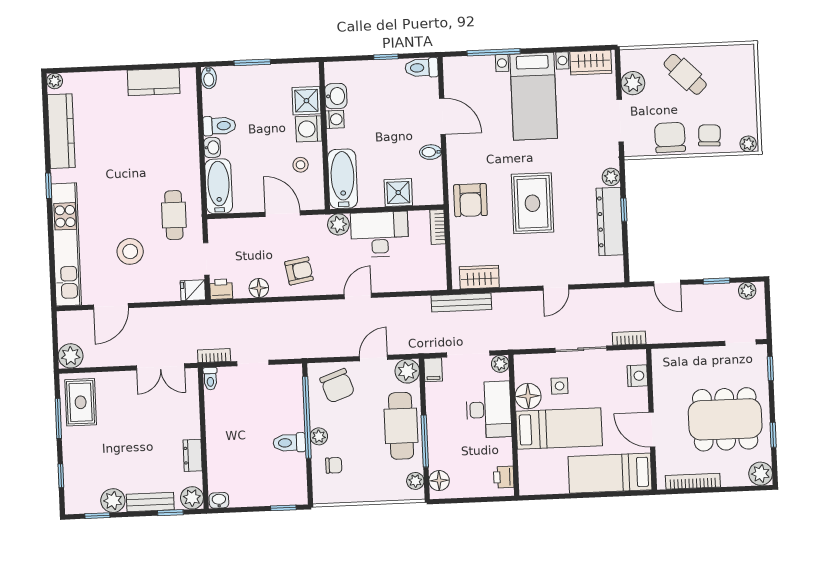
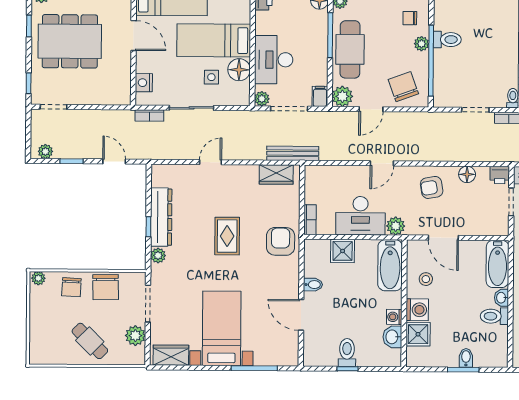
toilet: (422, 68) -> (347, 353), moved, turned -90
bidet: (209, 78) -> (466, 358), moved
rug: (532, 203) -> (227, 236), width x0.73, depth x0.70

